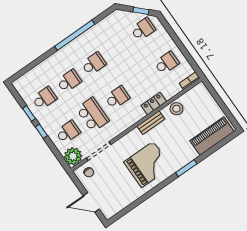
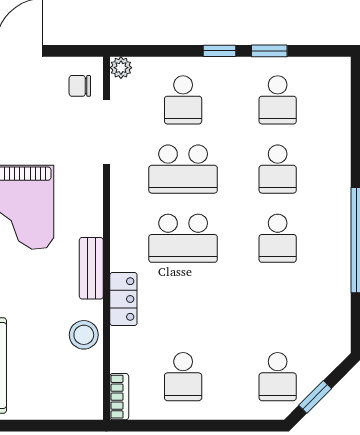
school desk: (117, 97) -> (183, 238), width x1.85
plant: (73, 156) -> (121, 68), width x0.53, depth x0.53

